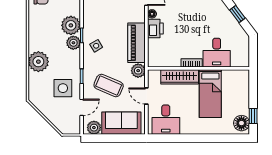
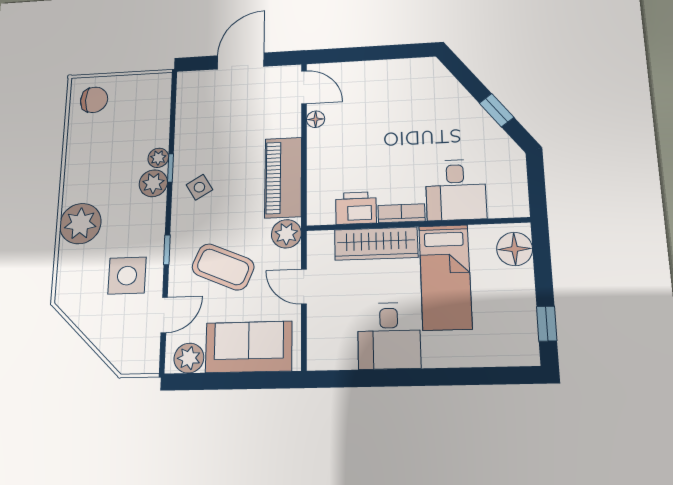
plant: (71, 25) -> (158, 158), width x0.53, depth x0.53
printer: (155, 28) -> (356, 208), moved, turned -90
desk: (166, 120) -> (389, 336), moved
floor lamp: (241, 123) -> (515, 249), moved

